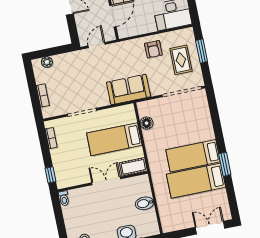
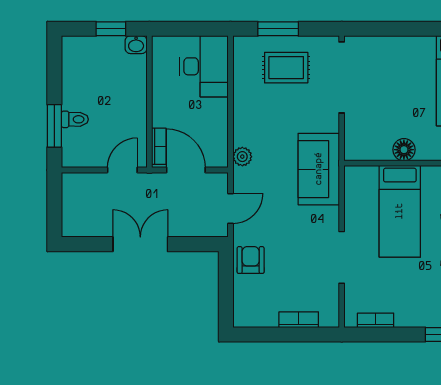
door: (97, 45) -> (230, 209), swing flipped
armchair: (153, 49) -> (251, 260), moved, turned -90
plant: (47, 62) -> (242, 157), moved
floor lamp: (147, 123) -> (404, 150), moved

